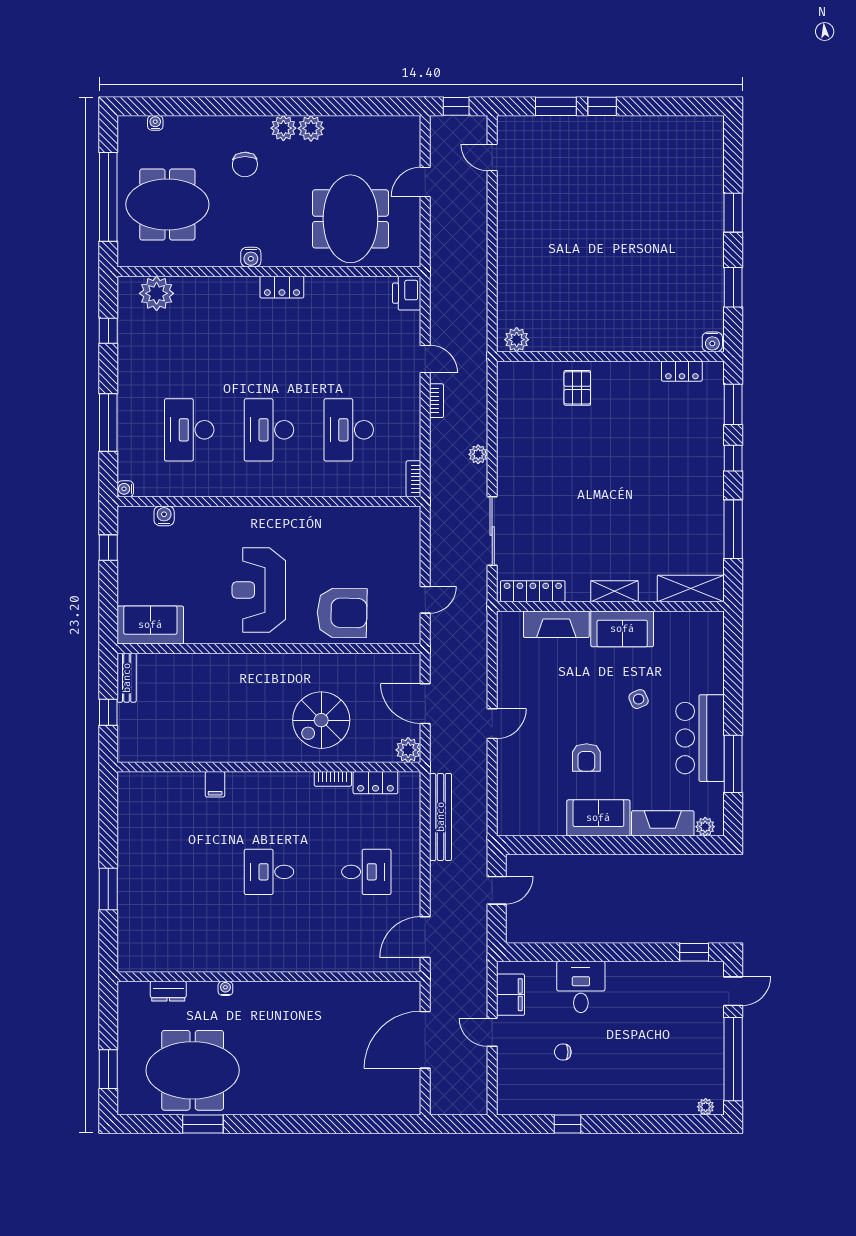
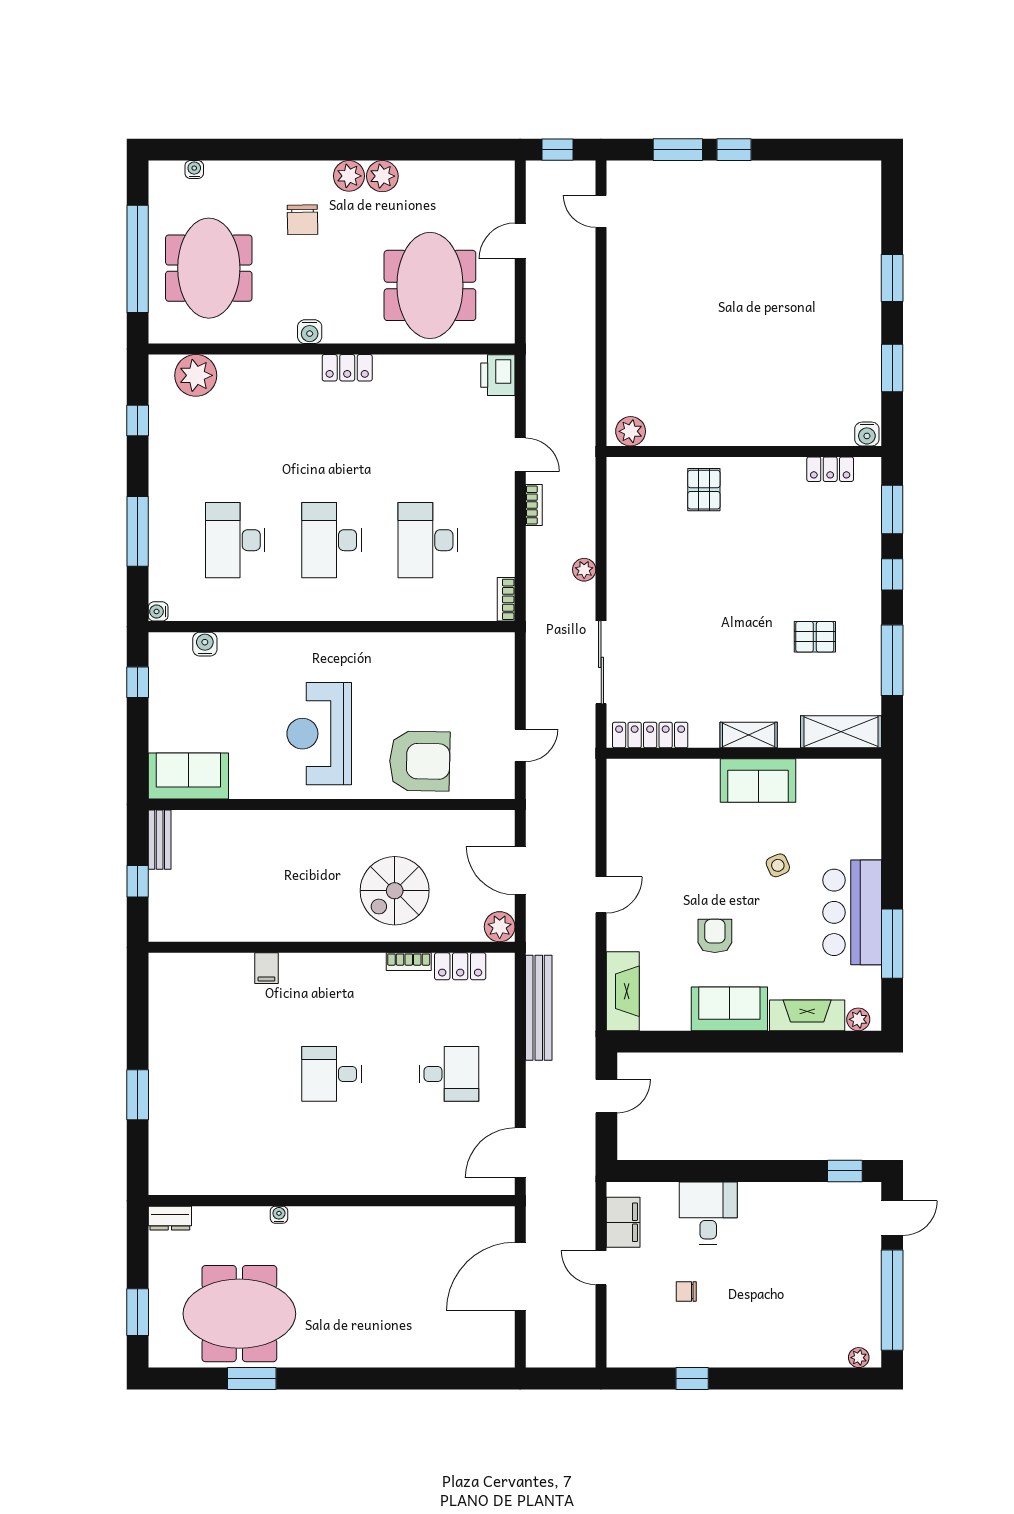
meeting table: (167, 205) -> (209, 268), turned 90
pallet: (669, 510) -> (815, 637), added
fireplace: (556, 624) -> (623, 991), moved, turned -90
armchair: (586, 757) -> (715, 936), turned 180
dresser: (168, 991) -> (170, 1218), moved

